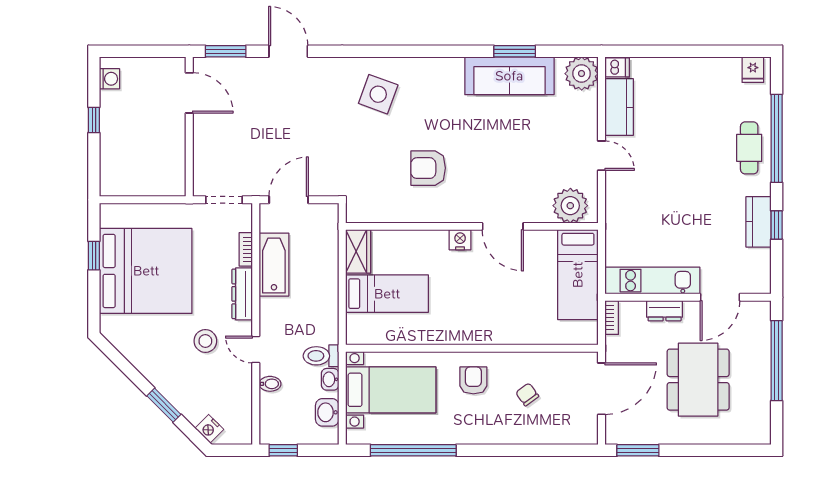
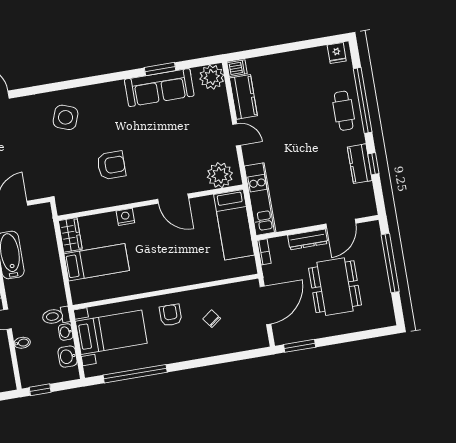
armchair: (428, 168) -> (111, 165), turned 180
nightstand: (460, 240) -> (125, 217), moved
kitchen unit: (652, 281) -> (260, 199), moved, turned 90
dresser: (665, 311) -> (308, 239), width x1.44

